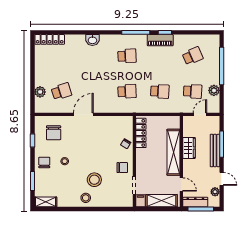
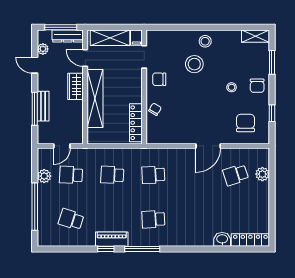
washbasin: (92, 40) -> (222, 239), moved
school desk: (193, 56) -> (71, 219), turned 42
wardrobe: (189, 148) -> (75, 86), moved
bench: (215, 151) -> (43, 106), width x0.73

